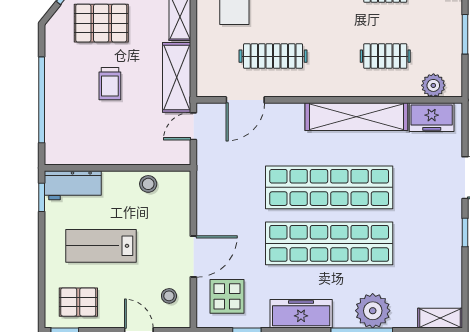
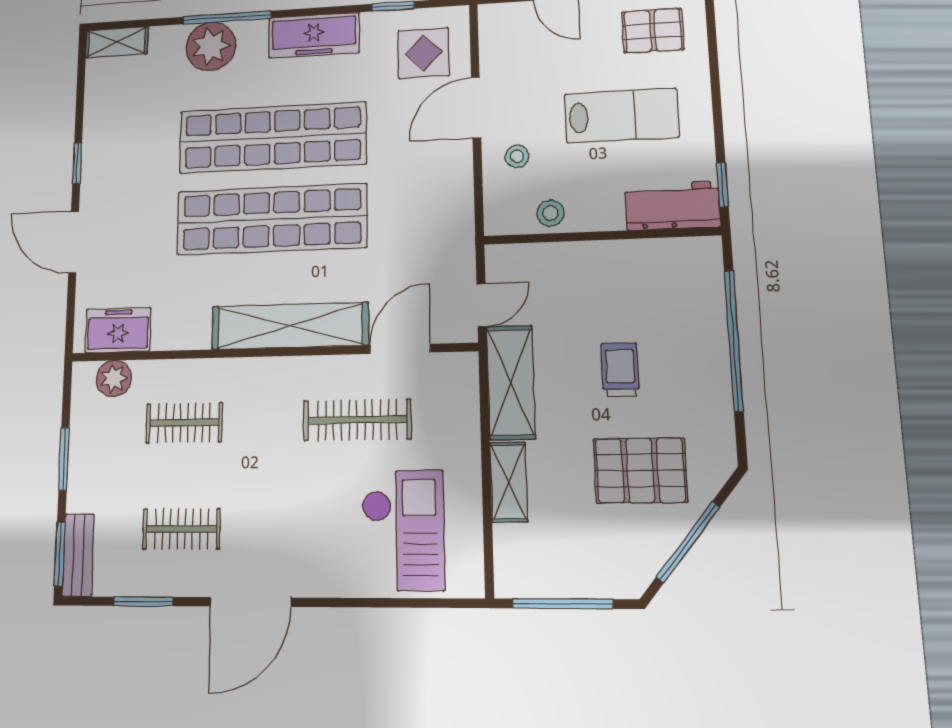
shelving: (356, 117) -> (290, 326), moved
stool: (169, 296) -> (517, 156), moved

